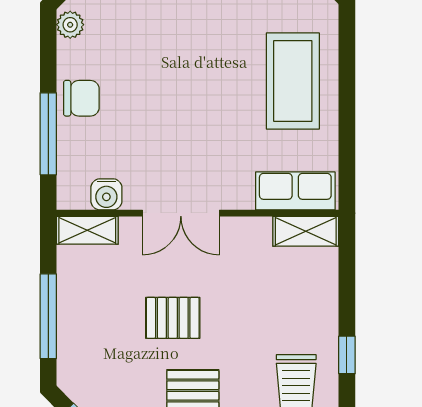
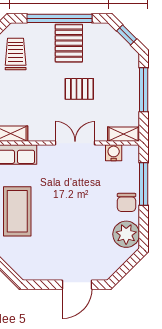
plant: (70, 25) -> (126, 234), width x1.87, depth x1.87
chair: (81, 98) -> (127, 202), turned -90

